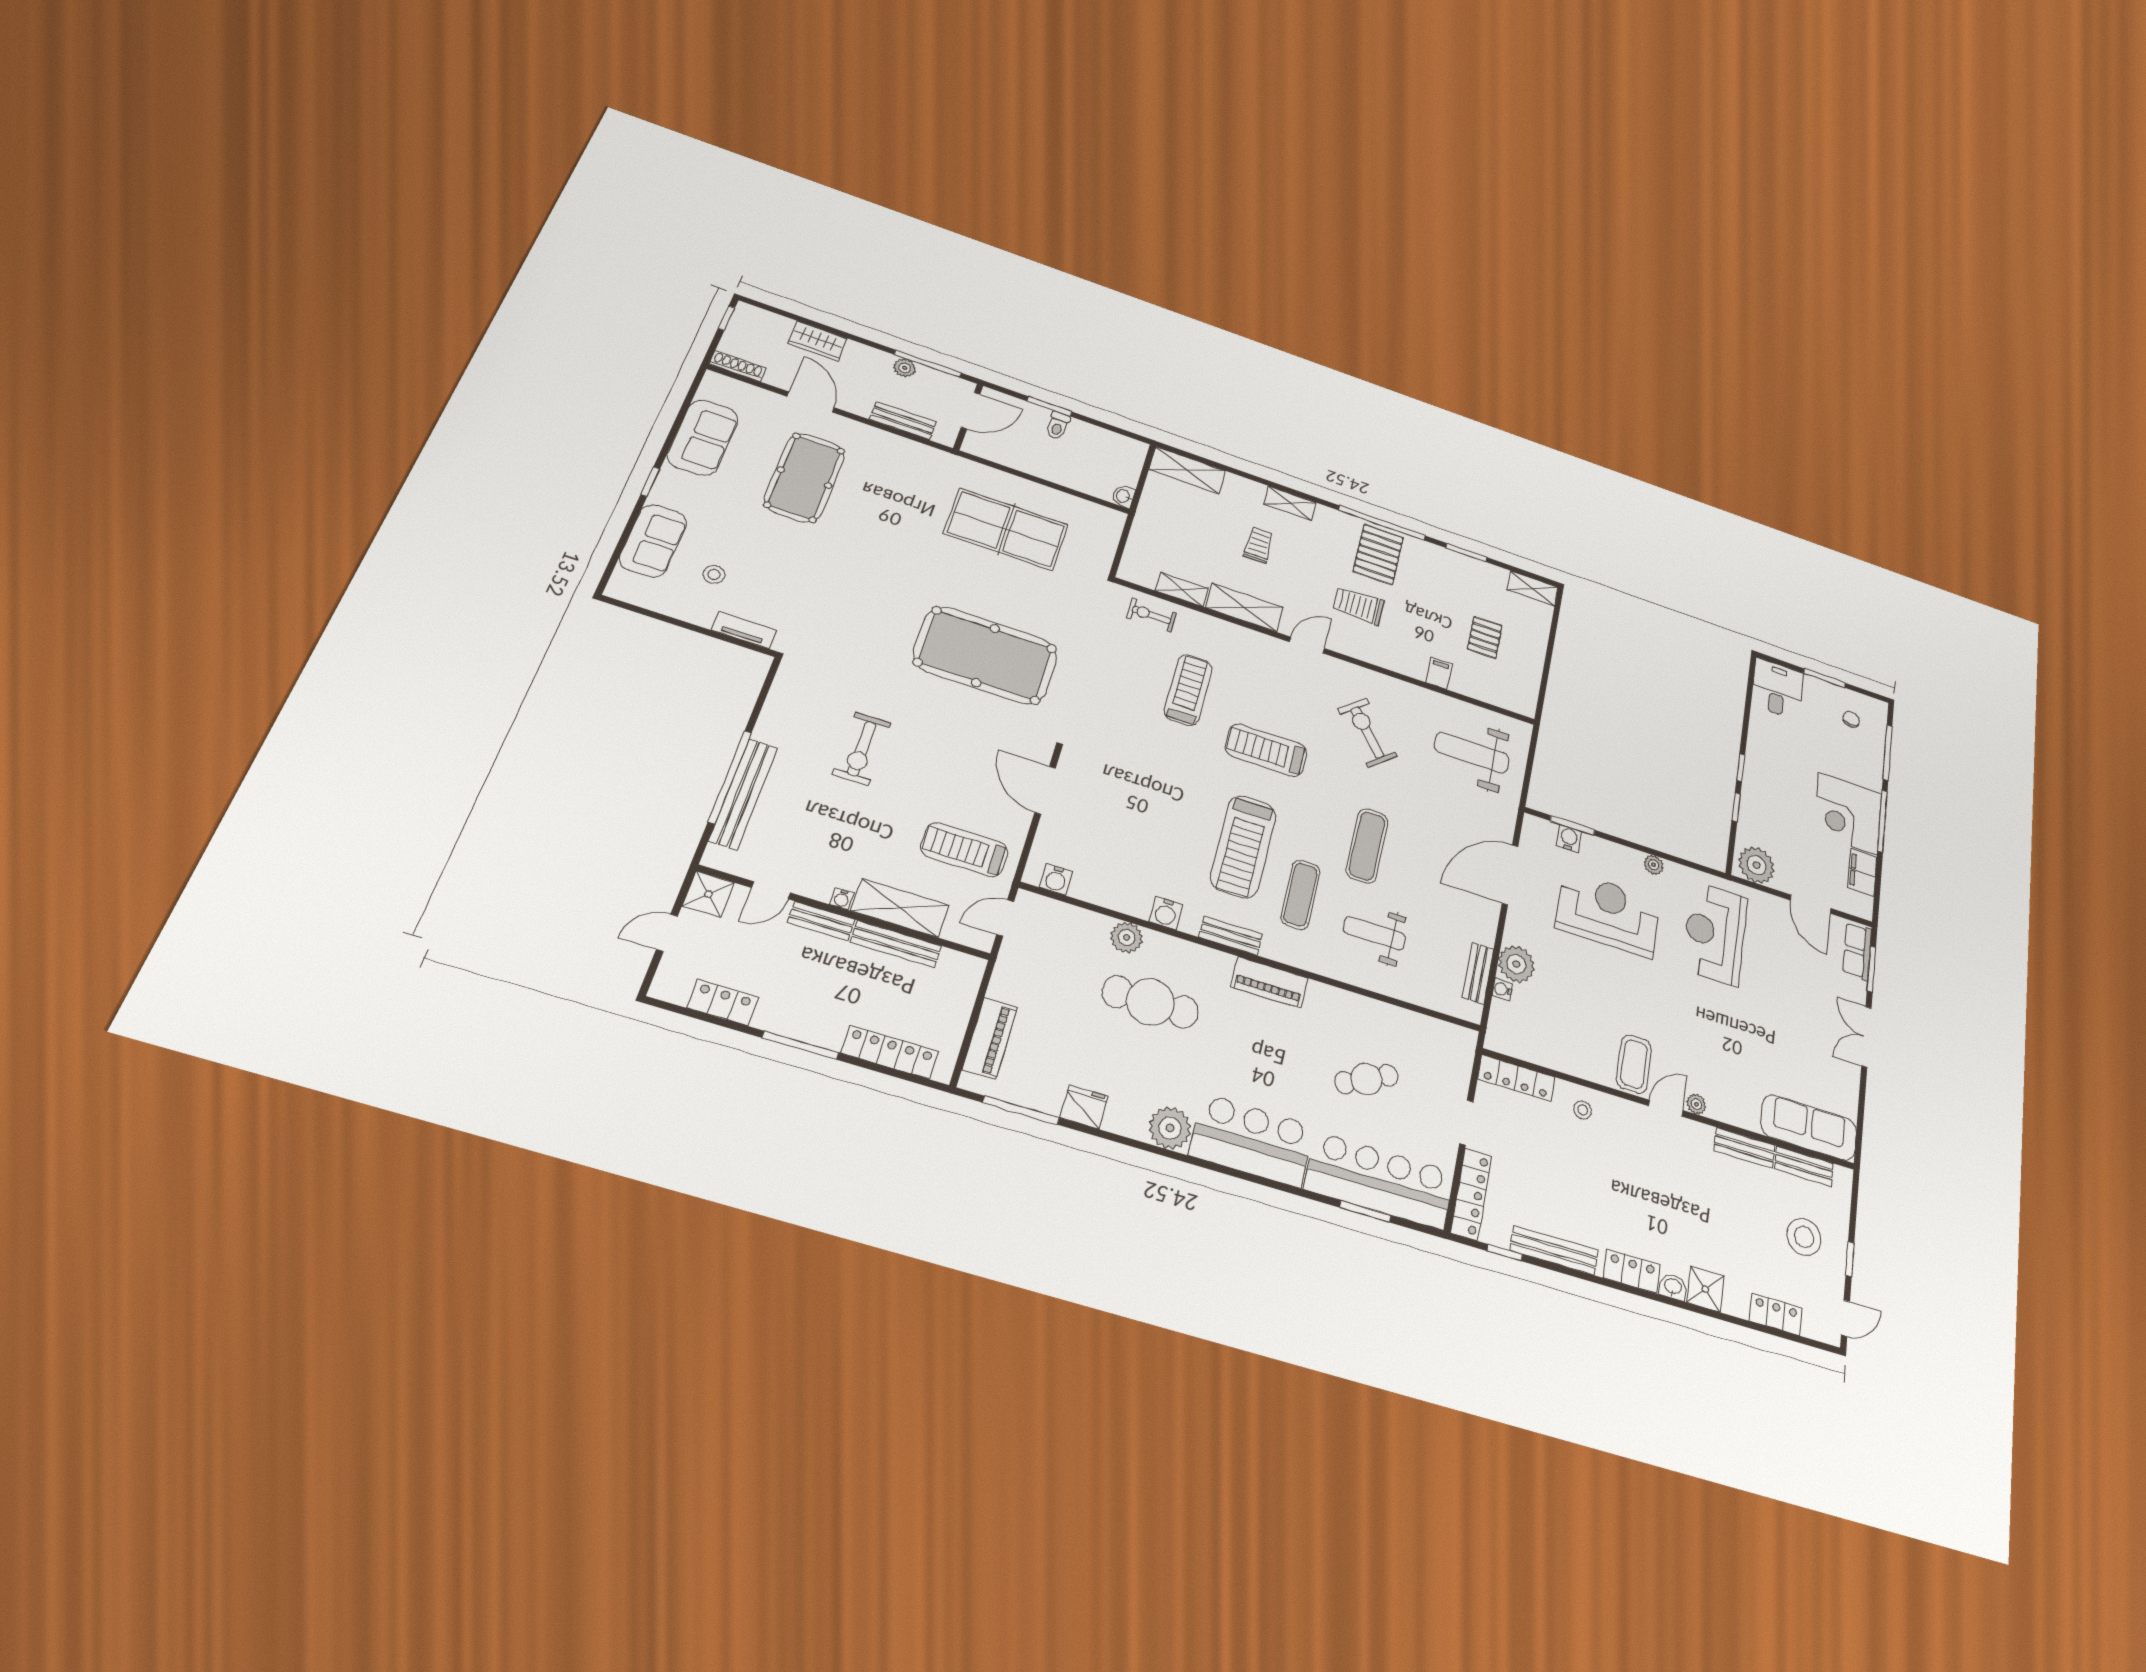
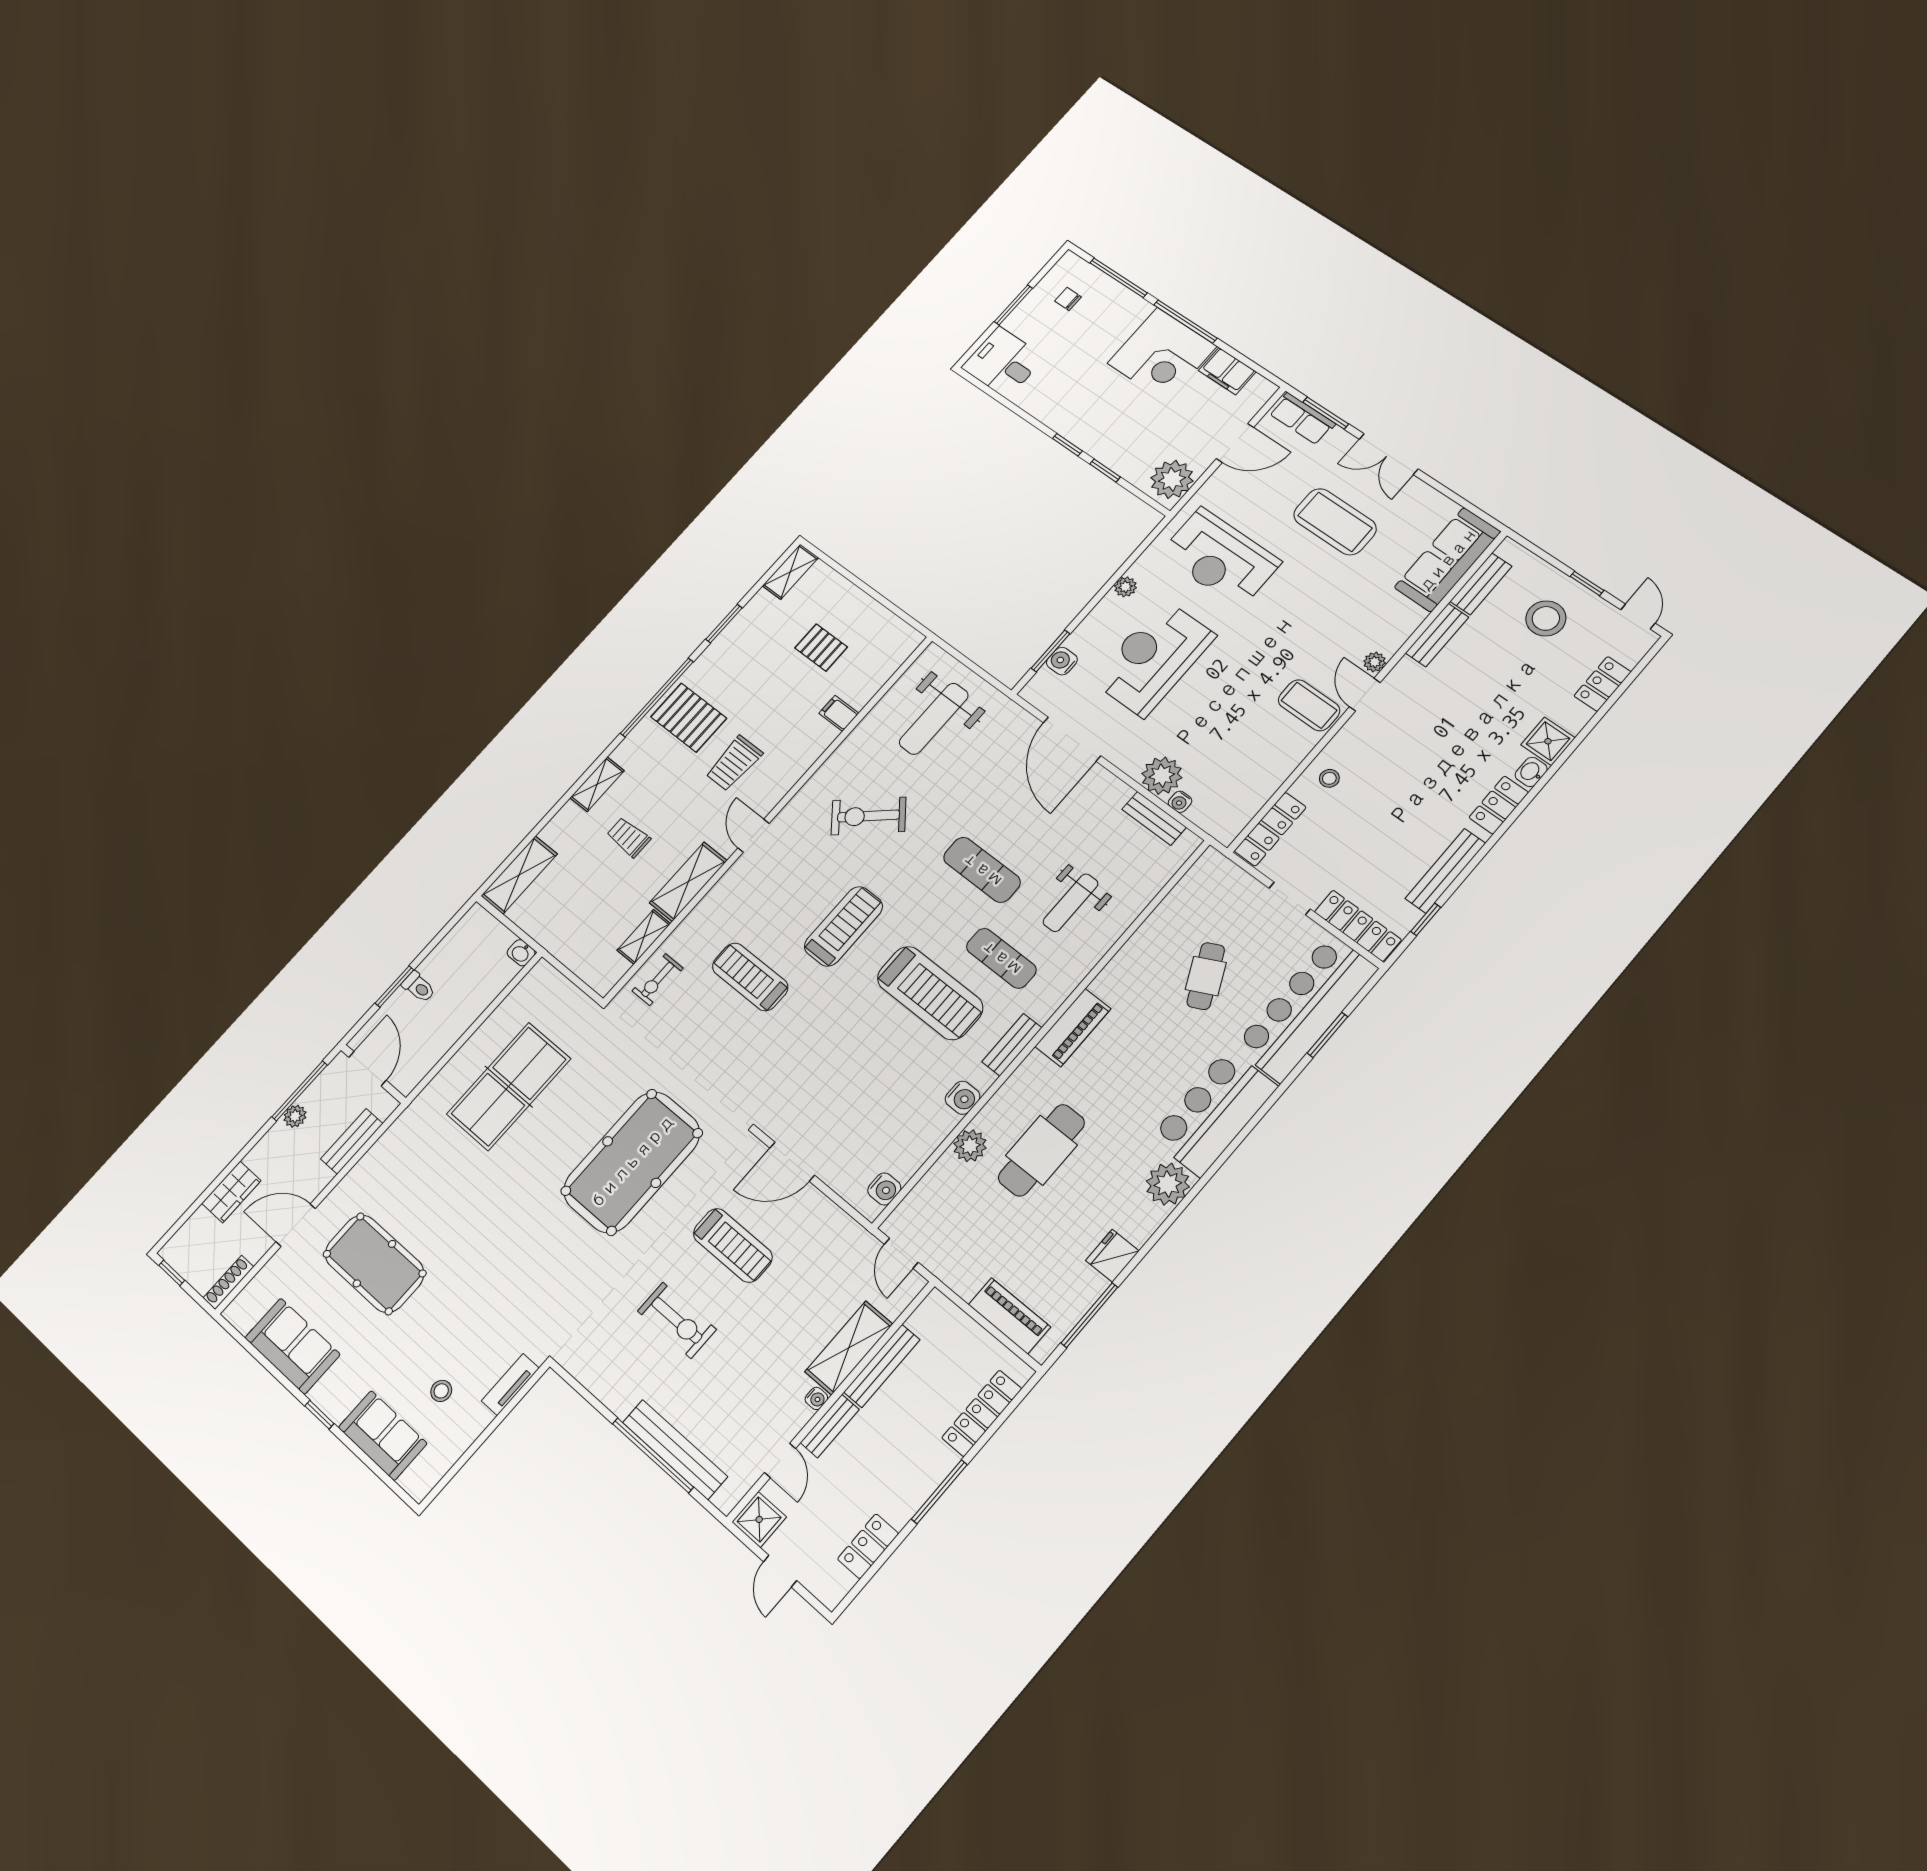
treadmill: (1266, 750) -> (843, 926), turned 180
treadmill: (964, 850) -> (733, 1245), moved, turned -90
coffee table: (1791, 1017) -> (1335, 522), added

